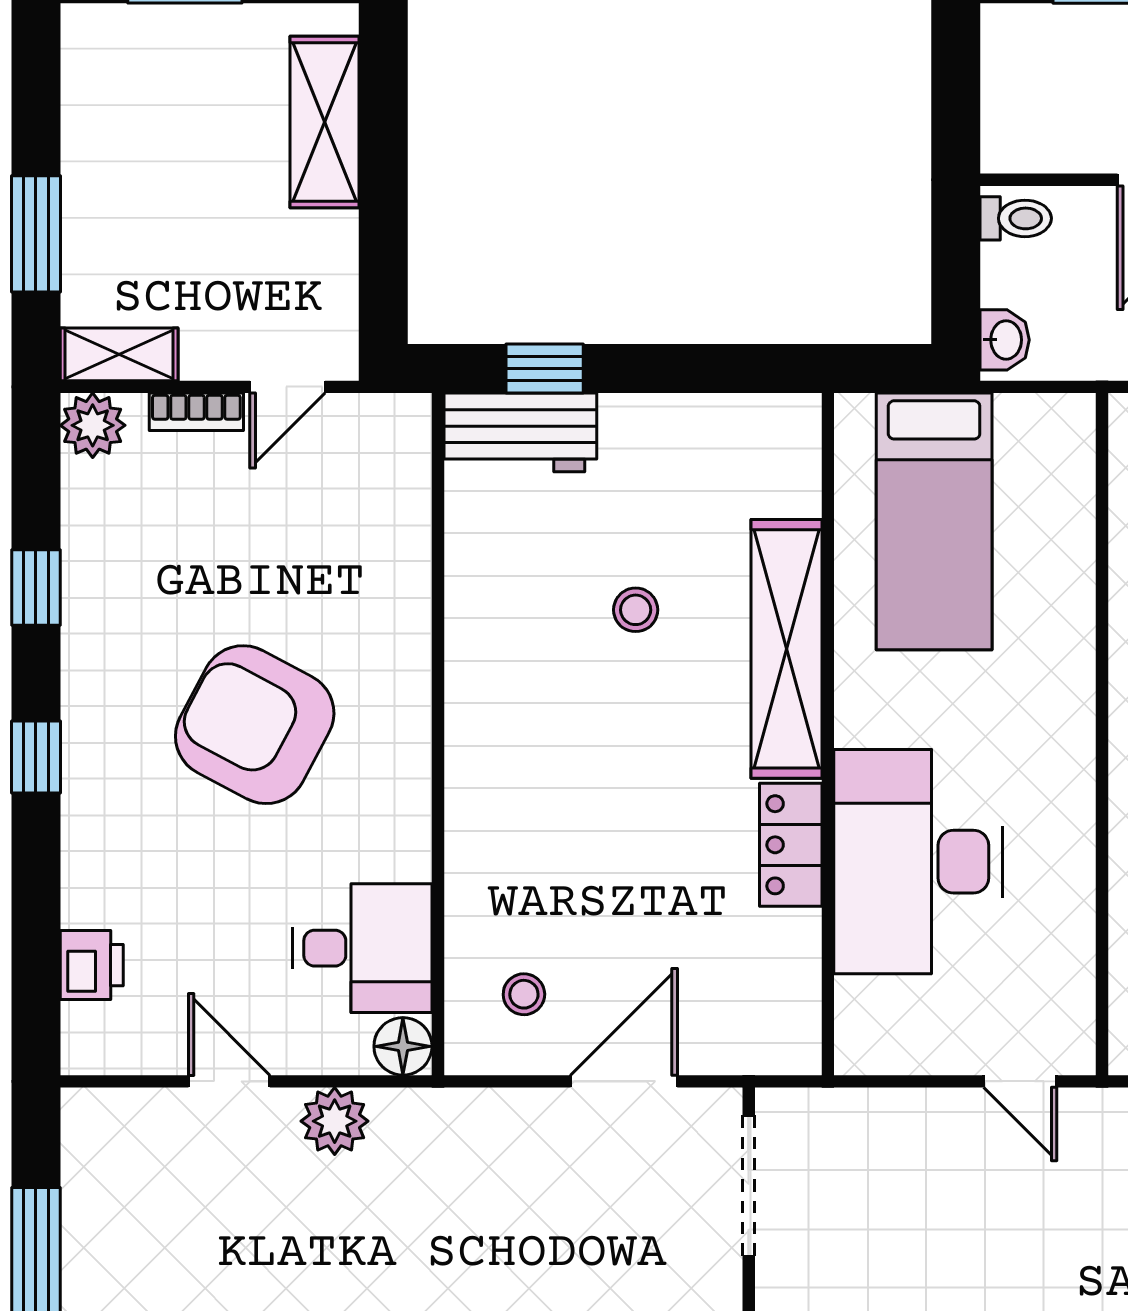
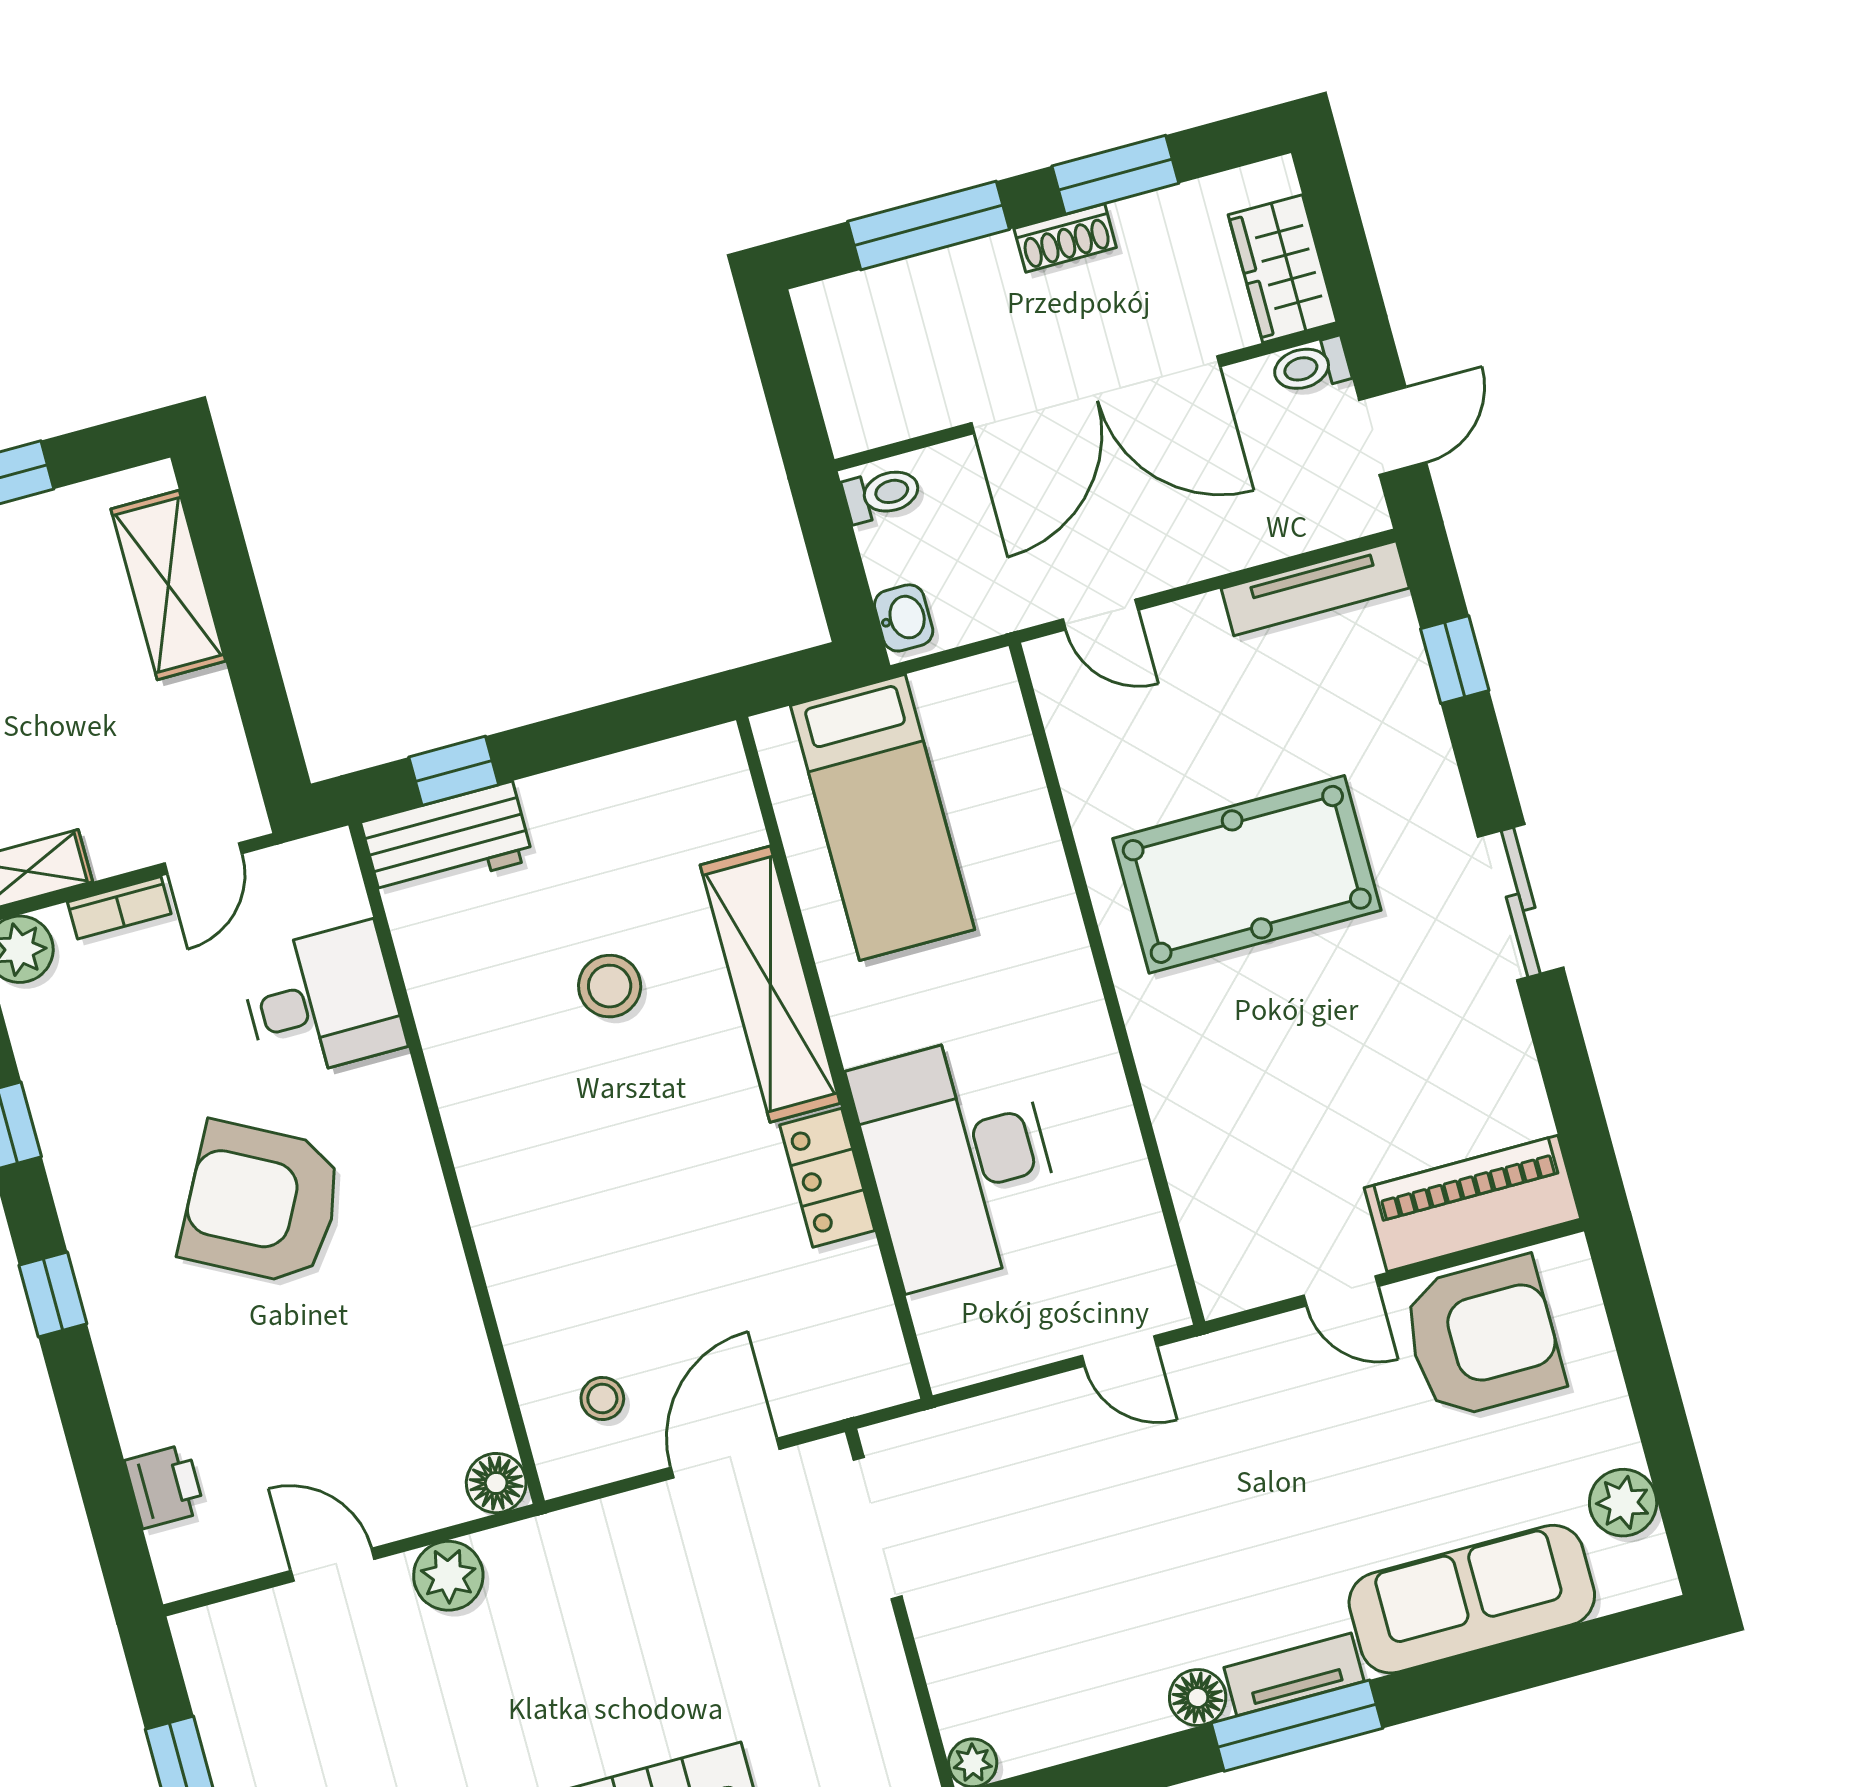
stool: (636, 610) -> (610, 986), width x1.37, depth x1.37
desk: (362, 948) -> (322, 1001), moved

